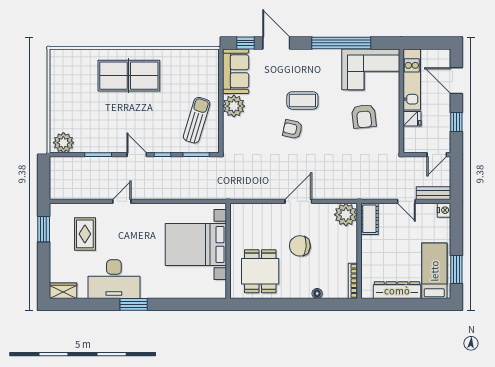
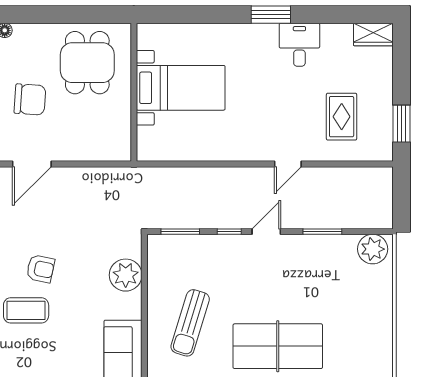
plant: (234, 106) -> (126, 275), moved
sun lounger: (197, 120) -> (190, 323), moved
door: (137, 155) -> (266, 232), swing flipped
bed with nightstands: (196, 245) -> (181, 88), width x0.73
desk: (114, 279) -> (299, 45), width x0.53, depth x0.77

